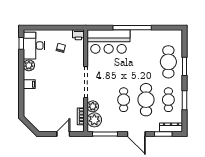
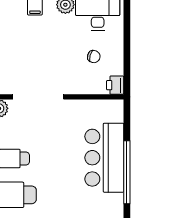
bar counter: (109, 41) -> (104, 158), moved

